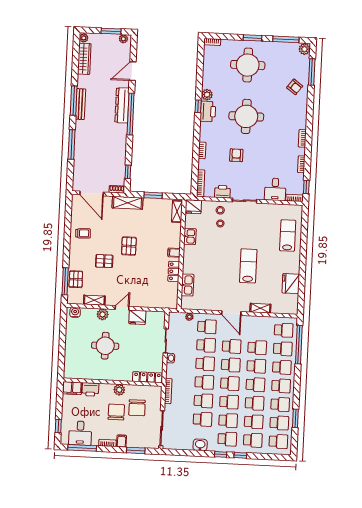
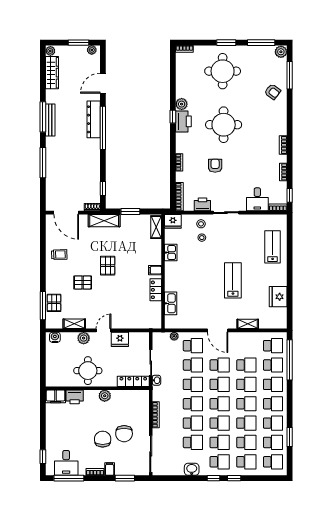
locker: (147, 377) -> (133, 381), moved
wall: (113, 382) -> (97, 388), moved
filing cabinet: (72, 388) -> (56, 396), moved
printer: (90, 389) -> (75, 397), moved
plant: (119, 390) -> (105, 396), moved

